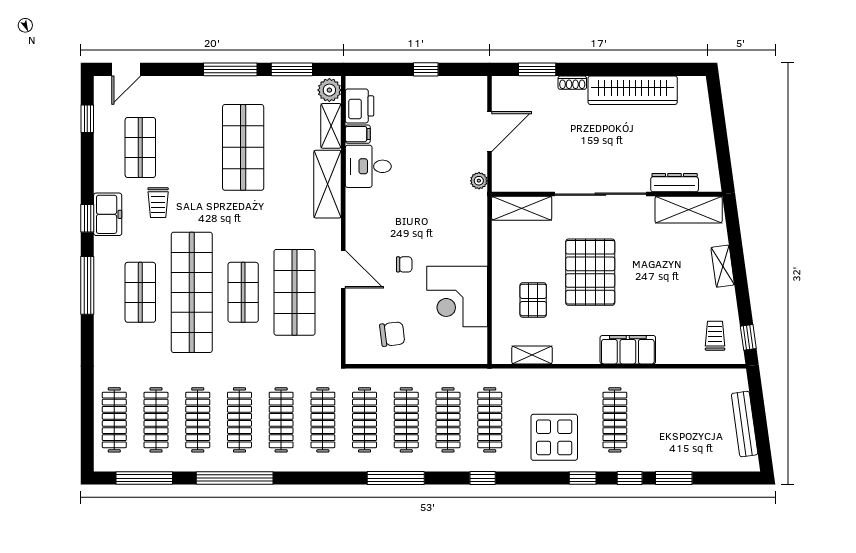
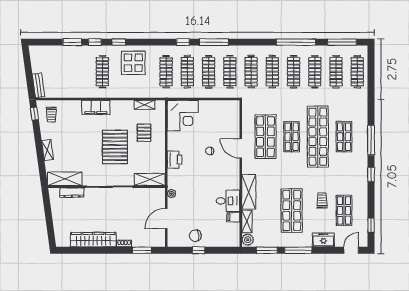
printer: (360, 106) -> (174, 160), moved, turned 180
trolley: (158, 203) -> (322, 200), moved
freezer: (108, 214) -> (323, 240), moved, turned 90
corner desk: (457, 297) -> (183, 116), moved, turned 90
chair: (392, 334) -> (195, 236), moved
bench: (745, 424) -> (38, 85), moved, width x0.73
window: (483, 478) -> (183, 42), moved

